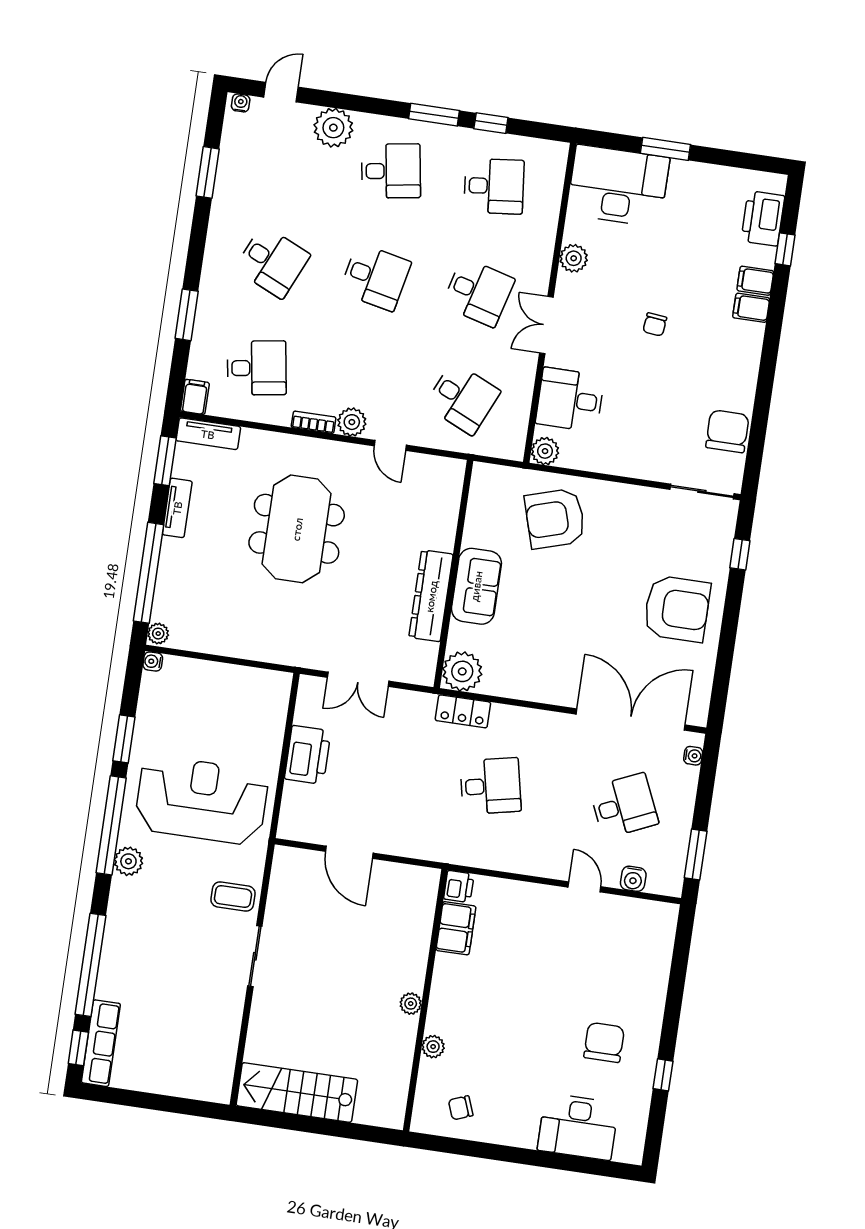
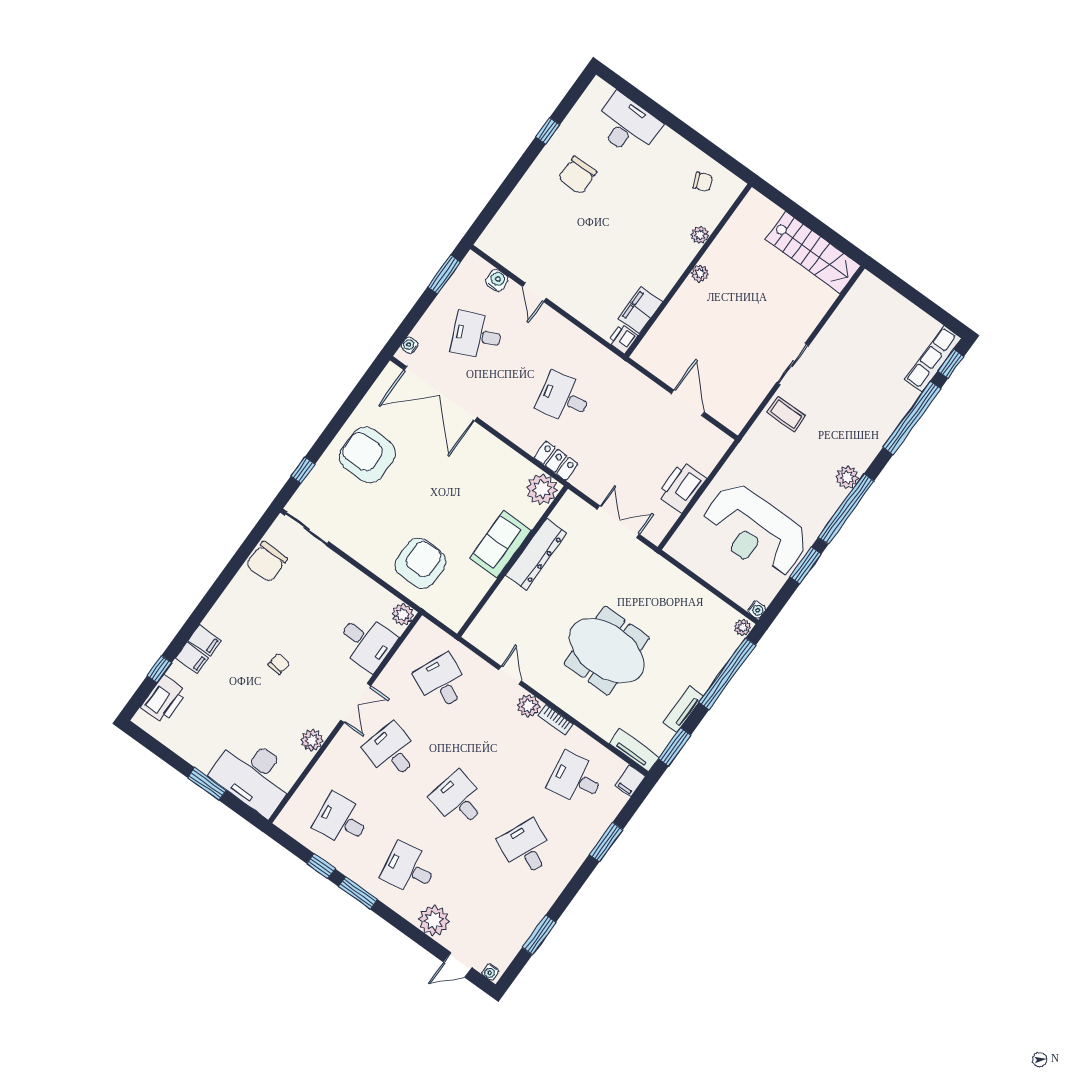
armchair: (555, 519) -> (420, 563), turned -73
meeting table: (297, 529) -> (607, 651), turned 90
reception desk: (202, 800) -> (755, 531), moved

